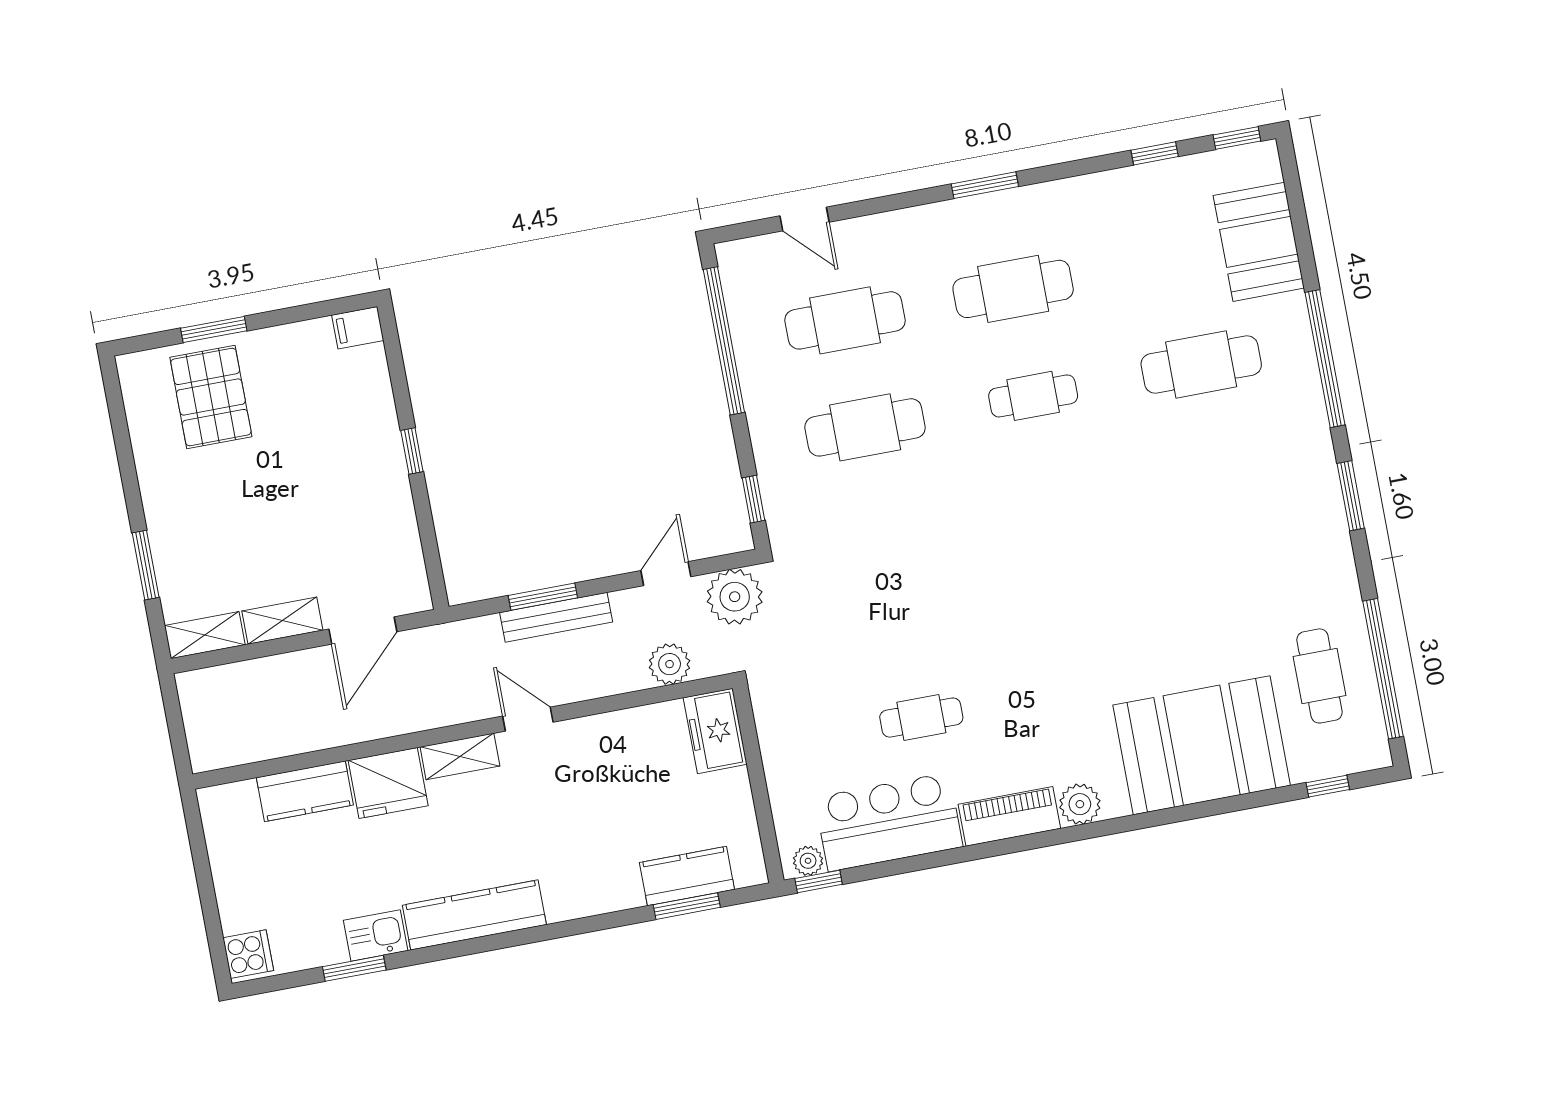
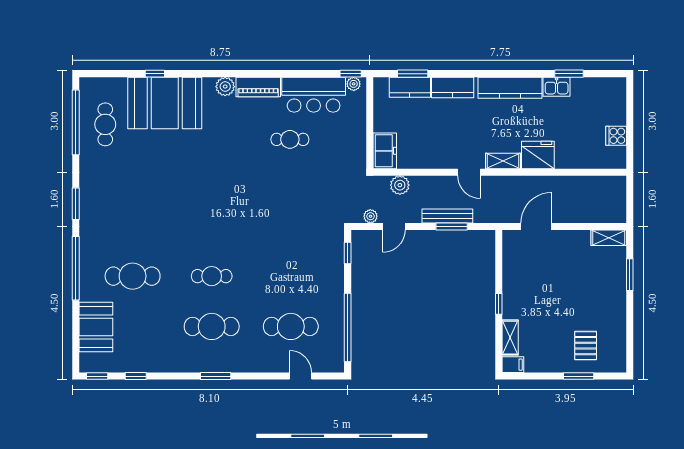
pallet: (211, 397) -> (586, 346), width x0.67, depth x0.71
cafe table: (865, 427) -> (291, 276), removed
plant: (735, 597) -> (370, 216), width x0.53, depth x0.53
shelving: (282, 621) -> (510, 338), moved, turned 90
window: (1328, 786) -> (155, 74), moved
kitchen counter: (305, 791) -> (453, 87), moved, turned 180
cooker: (248, 954) -> (616, 136), moved

